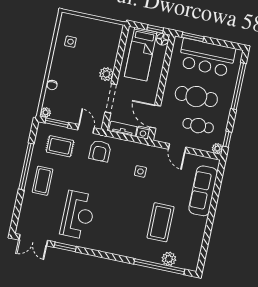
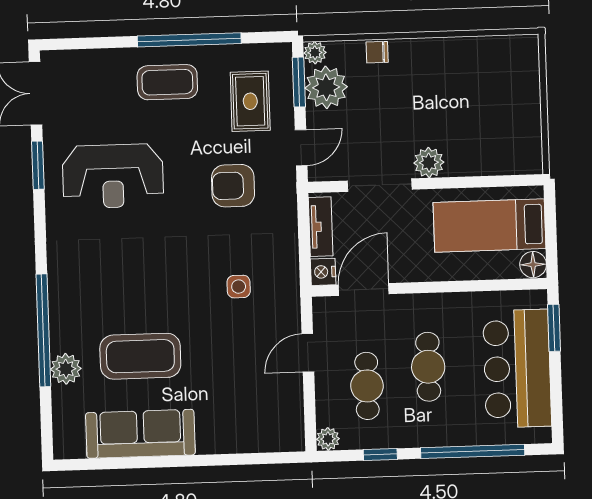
window: (155, 29) -> (551, 243), removed
side table: (70, 42) -> (479, 69), removed
cafe table: (196, 97) -> (428, 367), width x0.73, depth x0.74
plant: (62, 111) -> (326, 87), added
window: (227, 139) -> (380, 454), moved
armchair: (100, 151) -> (233, 186), moved
sofa: (203, 191) -> (140, 434), moved
plant: (169, 259) -> (66, 369), moved
window: (159, 267) -> (43, 330), moved

